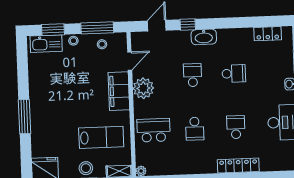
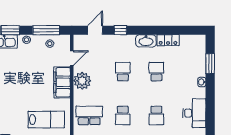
locker: (268, 34) -> (168, 40), moved
washbasin: (204, 37) -> (146, 41), moved
school desk: (234, 73) -> (156, 72), turned -90
school desk: (236, 127) -> (156, 115), turned 180

